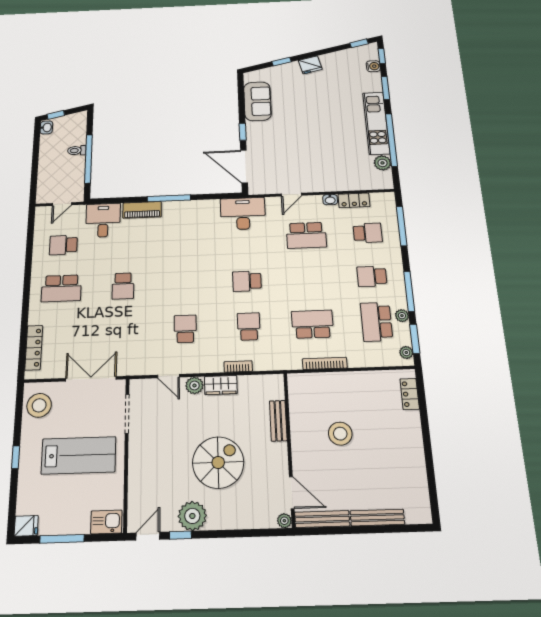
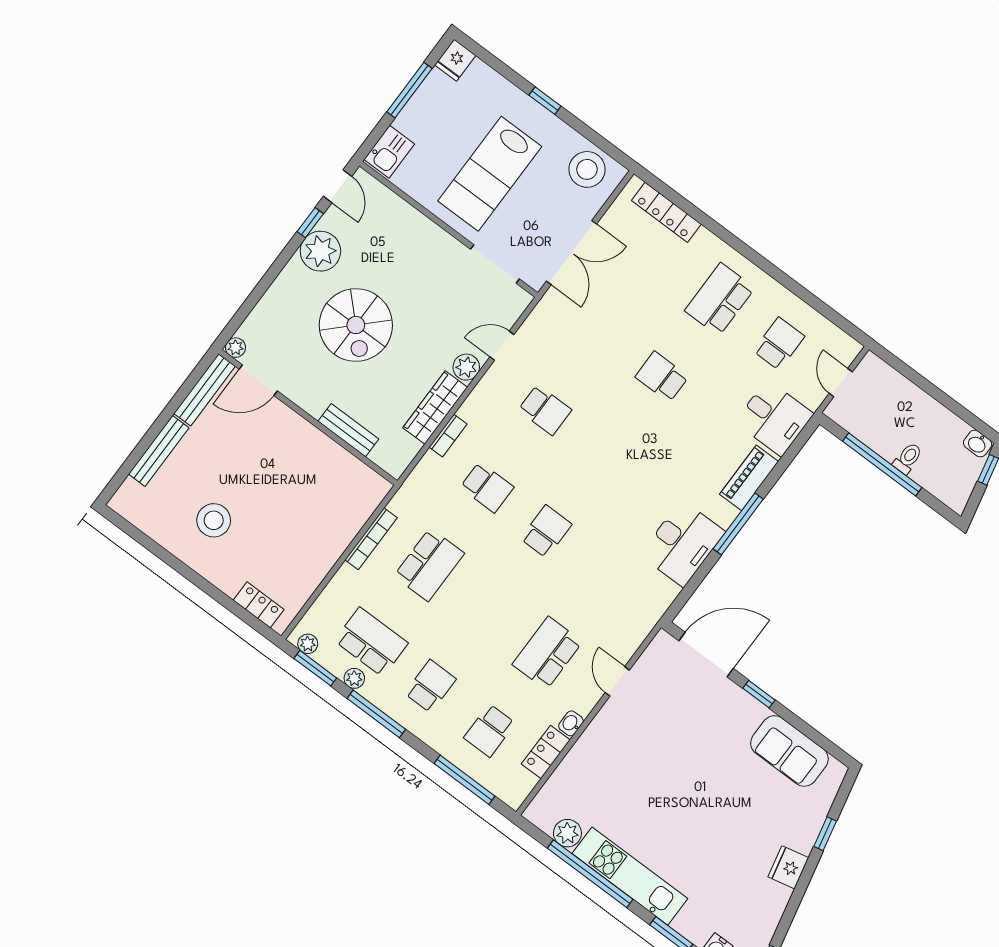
desk: (243, 214) -> (683, 543), moved
wardrobe: (221, 385) -> (435, 408), width x1.50
stool: (340, 434) -> (214, 520), moved

